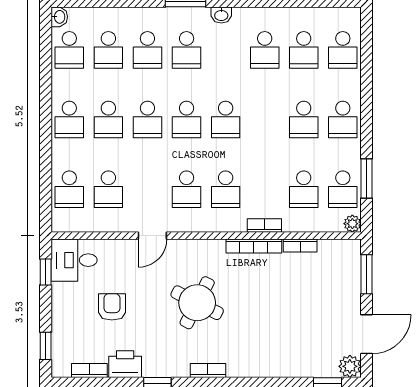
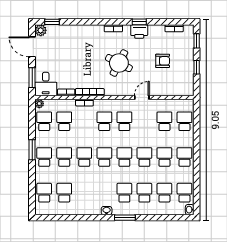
school desk: (265, 50) -> (84, 157), moved
window: (367, 179) -> (32, 150), moved
desk: (74, 260) -> (46, 84), moved, turned 90
window: (46, 272) -> (197, 67), moved
armchair: (112, 307) -> (163, 61), turned -90
door: (367, 334) -> (32, 47), hinge flipped
printer: (125, 364) -> (139, 31), moved

